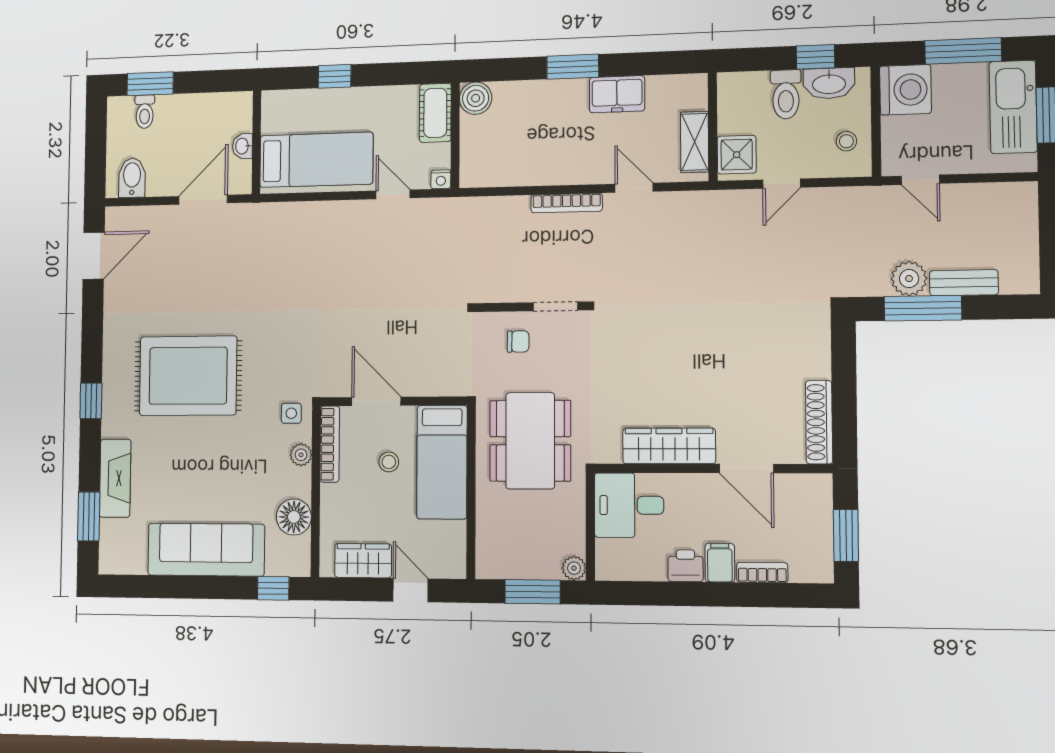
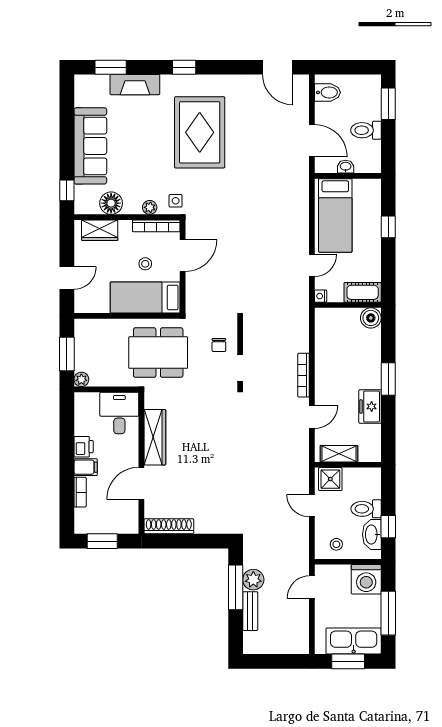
toilet: (145, 112) -> (366, 130), moved, width x1.37, depth x1.39
wardrobe: (363, 561) -> (100, 230), moved, turned 90

